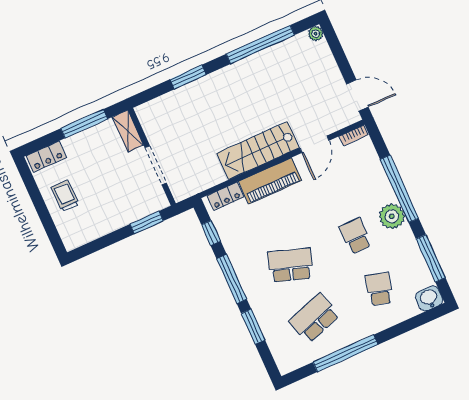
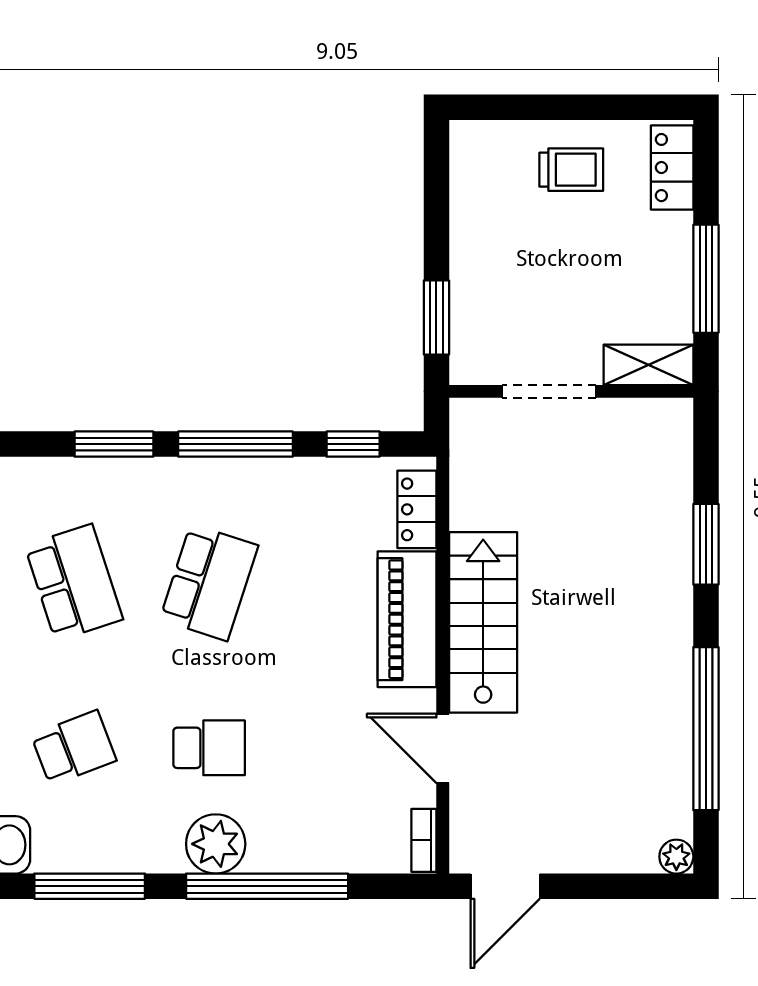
school desk: (379, 289) -> (74, 748), turned -36

